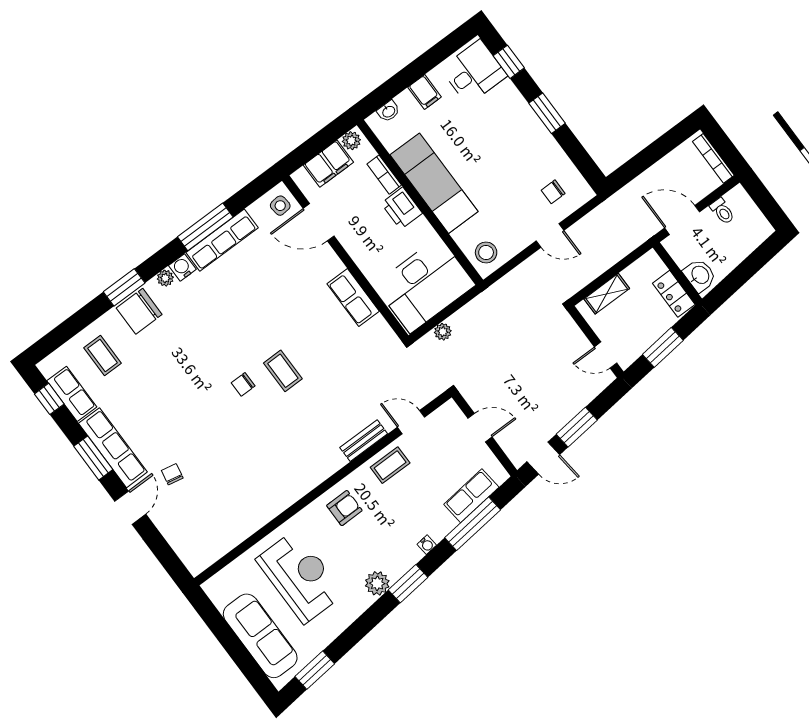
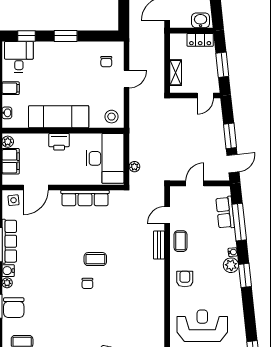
bookcase: (384, 175) -> (36, 138), removed
row of seats: (353, 297) -> (85, 198), width x1.48
plant: (377, 583) -> (231, 265), moved

